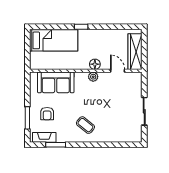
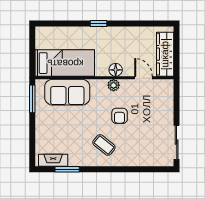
bed: (54, 40) -> (65, 63), moved
sliding door: (144, 111) -> (177, 142), moved
armchair: (47, 114) -> (120, 116), moved
window: (27, 118) -> (32, 99), moved

